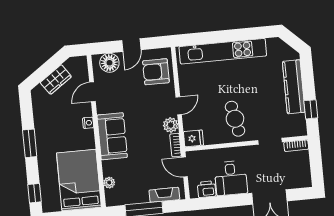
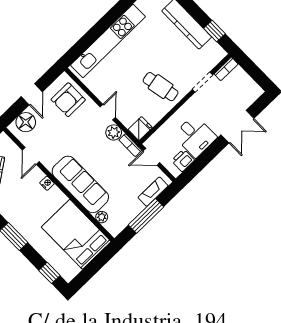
sofa: (112, 136) -> (80, 184), width x1.36

